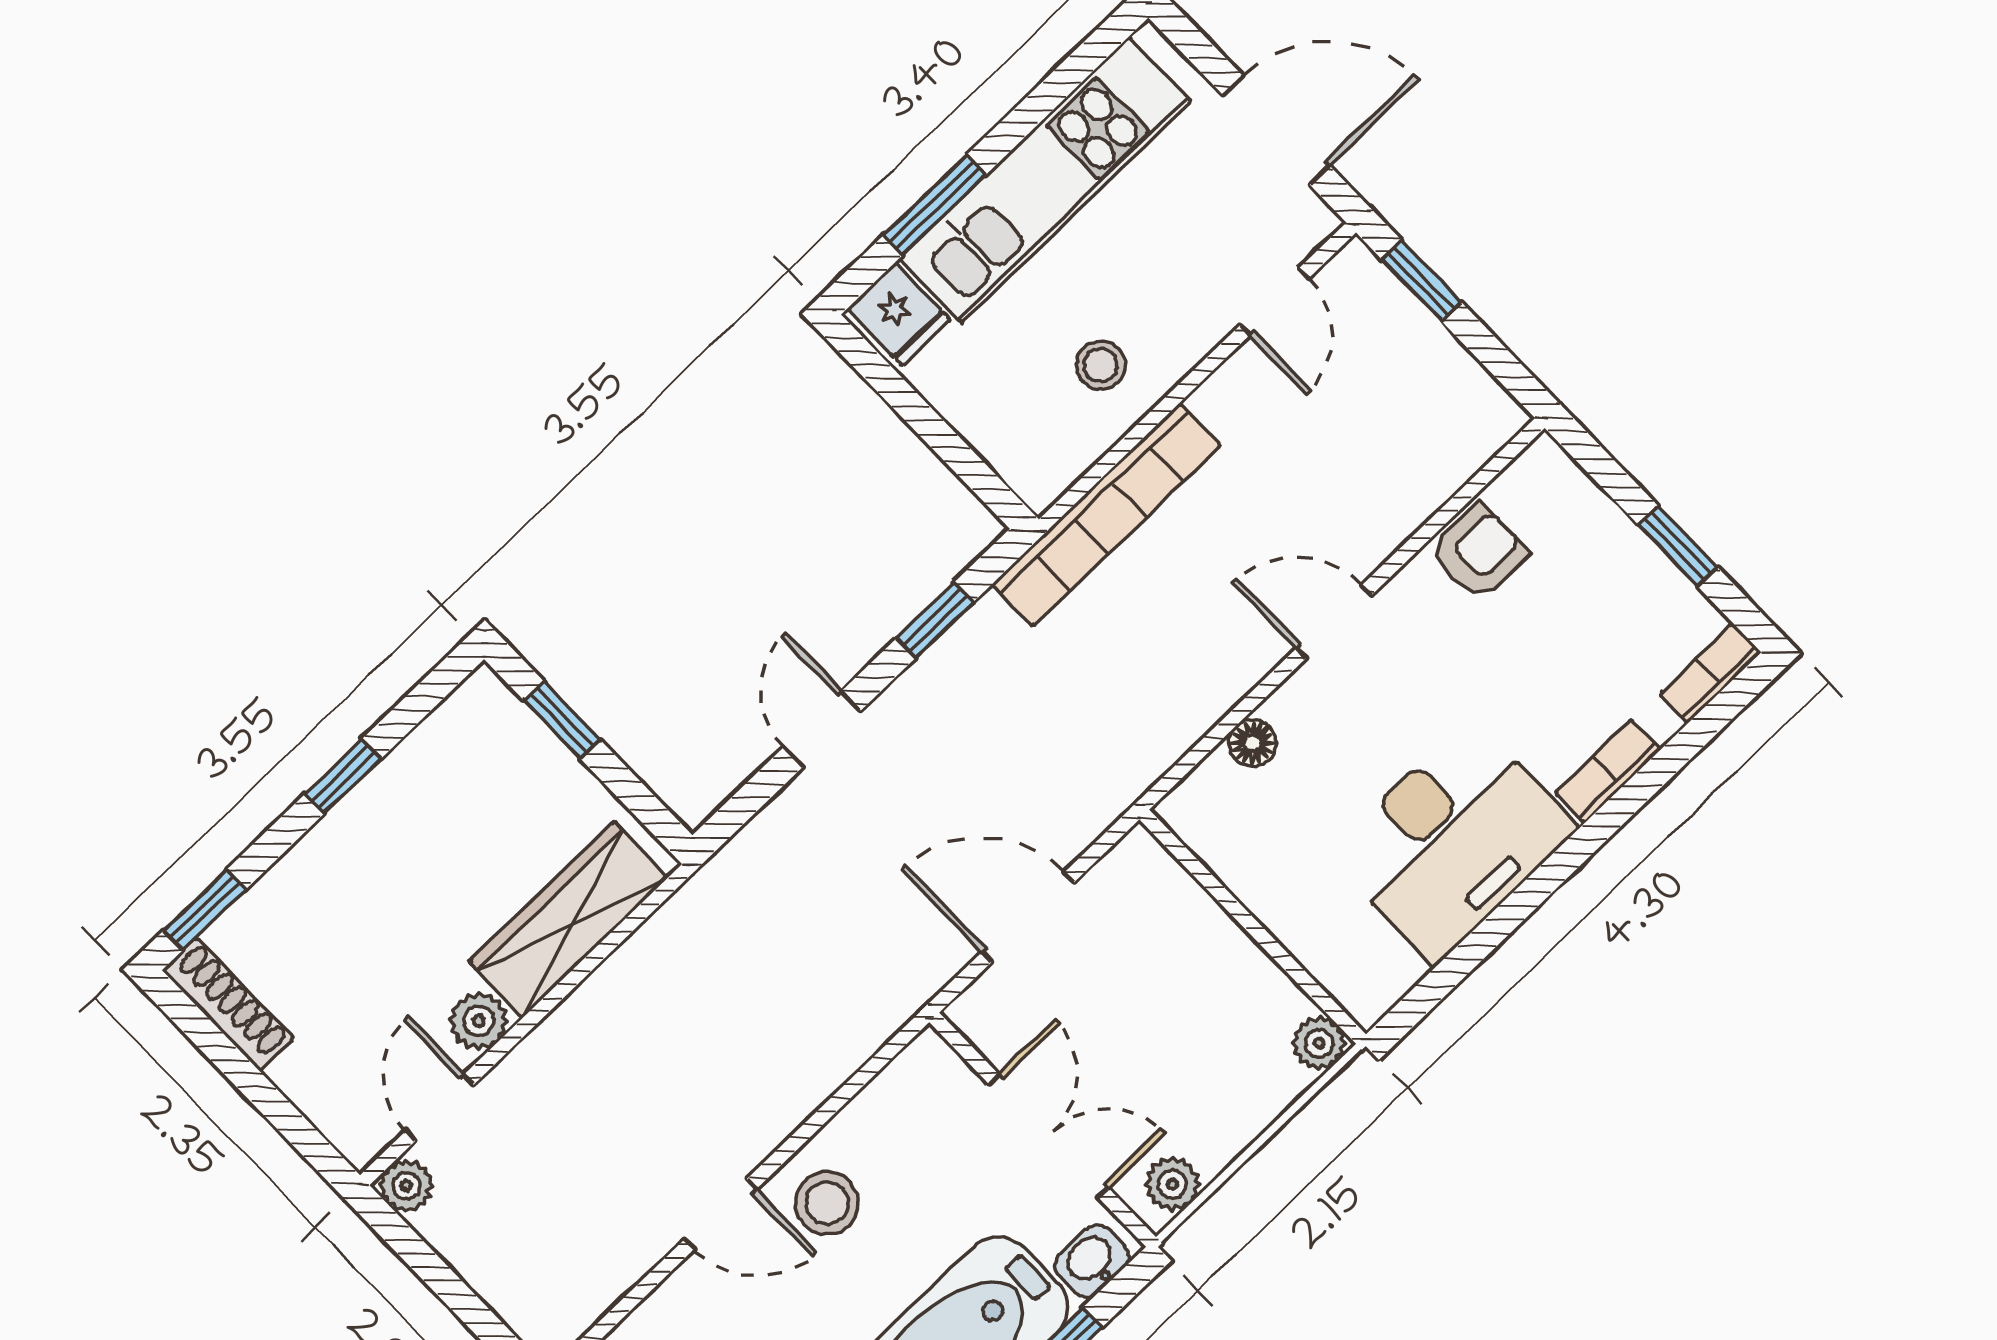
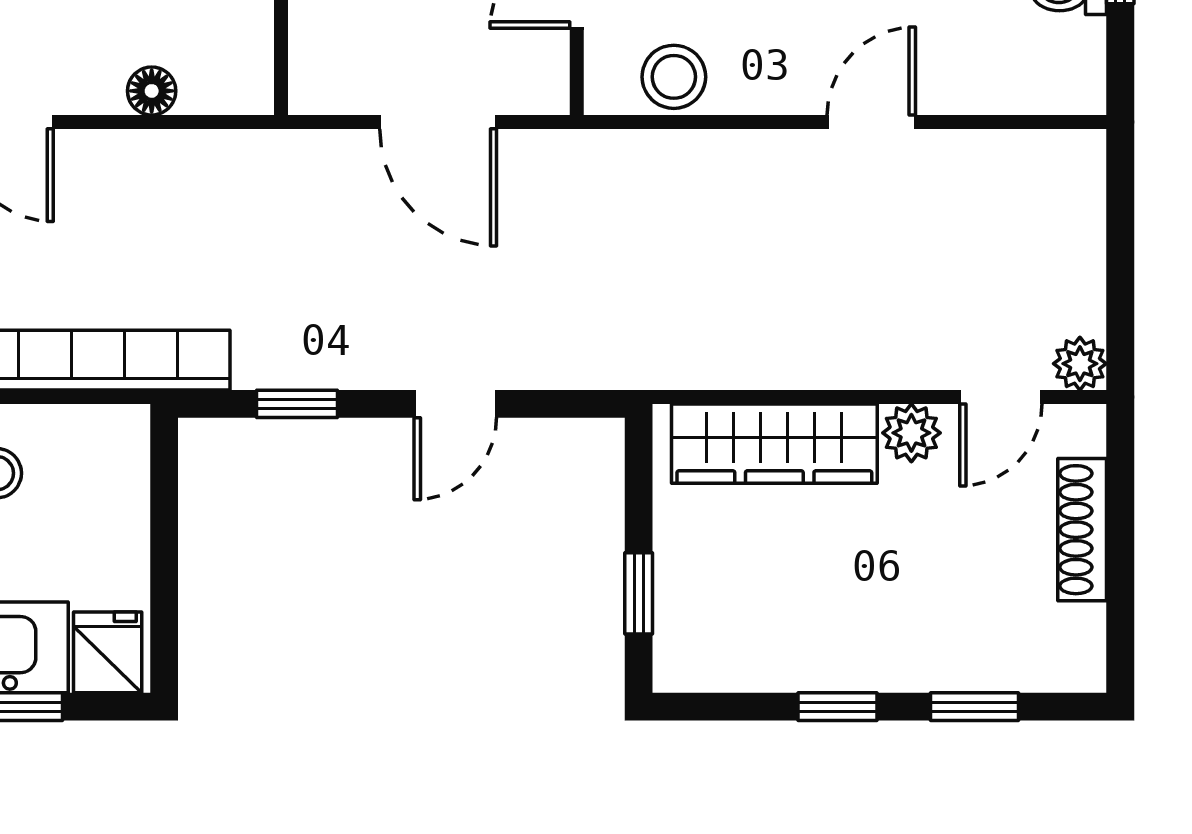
window: (204, 910) -> (975, 707), moved
shoe rack: (228, 1004) -> (1082, 530), moved
stool: (827, 1203) -> (674, 77), moved
door: (720, 1214) -> (871, 122), hinge flipped

